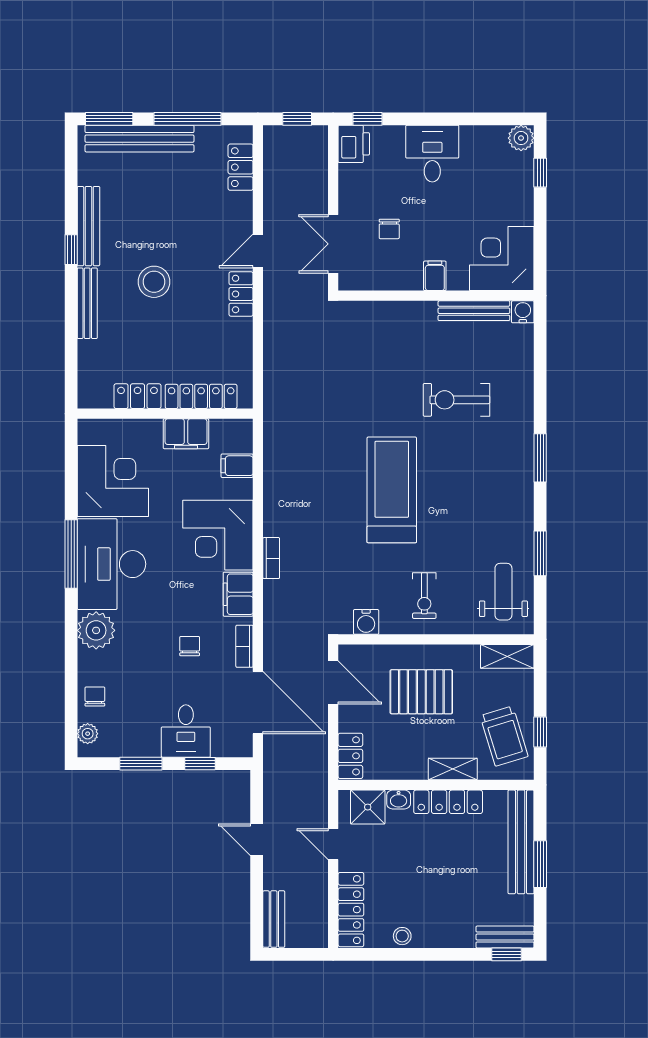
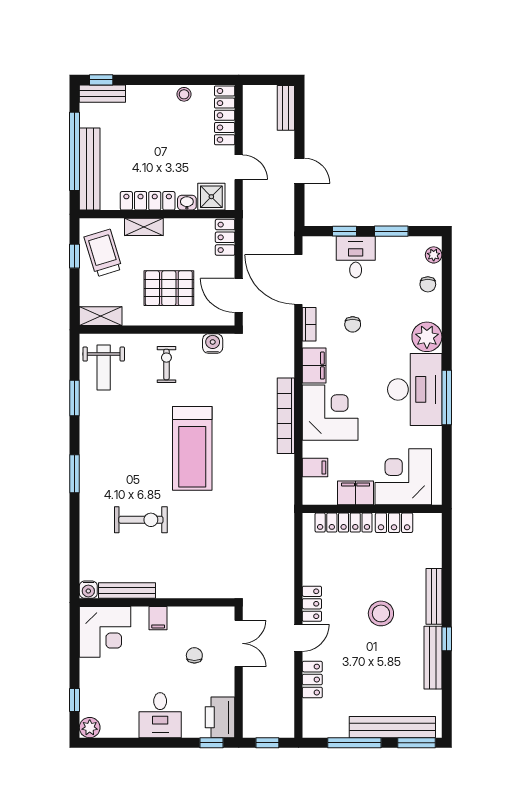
printer: (354, 144) -> (220, 717), width x1.37, depth x1.19
locker: (241, 167) -> (312, 680), moved
corner desk: (113, 481) -> (403, 477), moved, turned 90
bookcase: (271, 558) -> (286, 416), width x2.31, depth x1.31
window: (540, 864) -> (74, 151), width x2.11

